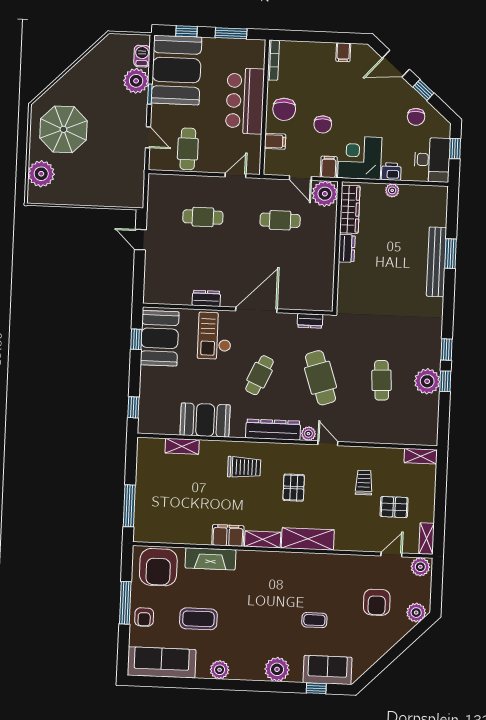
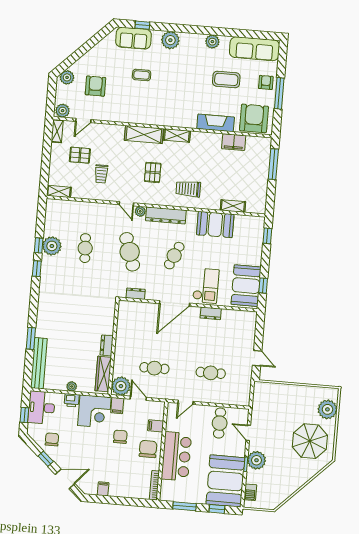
plant: (136, 81) -> (256, 460), moved
bench: (437, 262) -> (39, 363), moved
filing cabinet: (228, 535) -> (234, 142), moved

